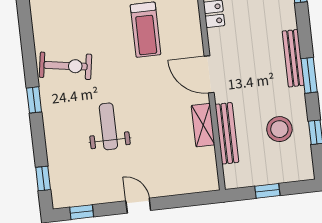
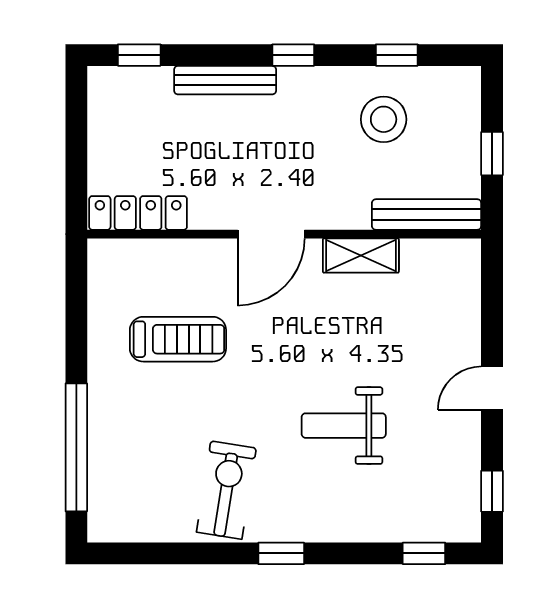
bench: (293, 58) -> (225, 80), moved
window: (309, 75) -> (293, 55), width x0.67
bench: (227, 133) -> (427, 215), moved

